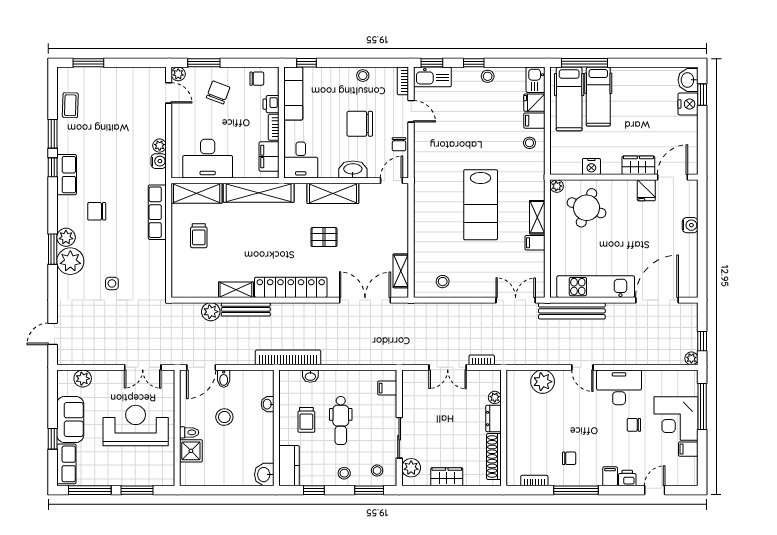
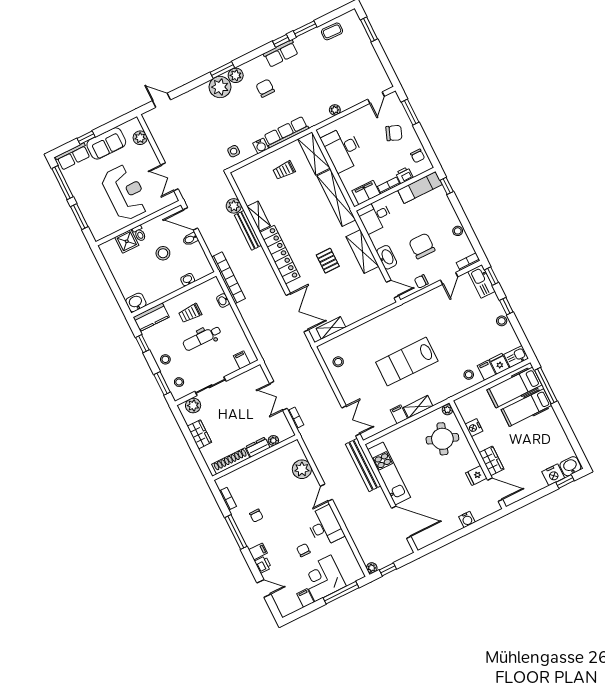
plant: (178, 74) -> (393, 98), removed
water cooler: (159, 161) -> (261, 146), moved
side table: (112, 283) -> (234, 151), moved

